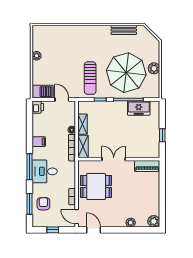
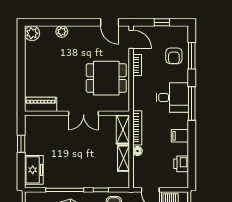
printer: (38, 107) -> (181, 164), moved
freezer: (139, 108) -> (34, 170), moved, turned 90

